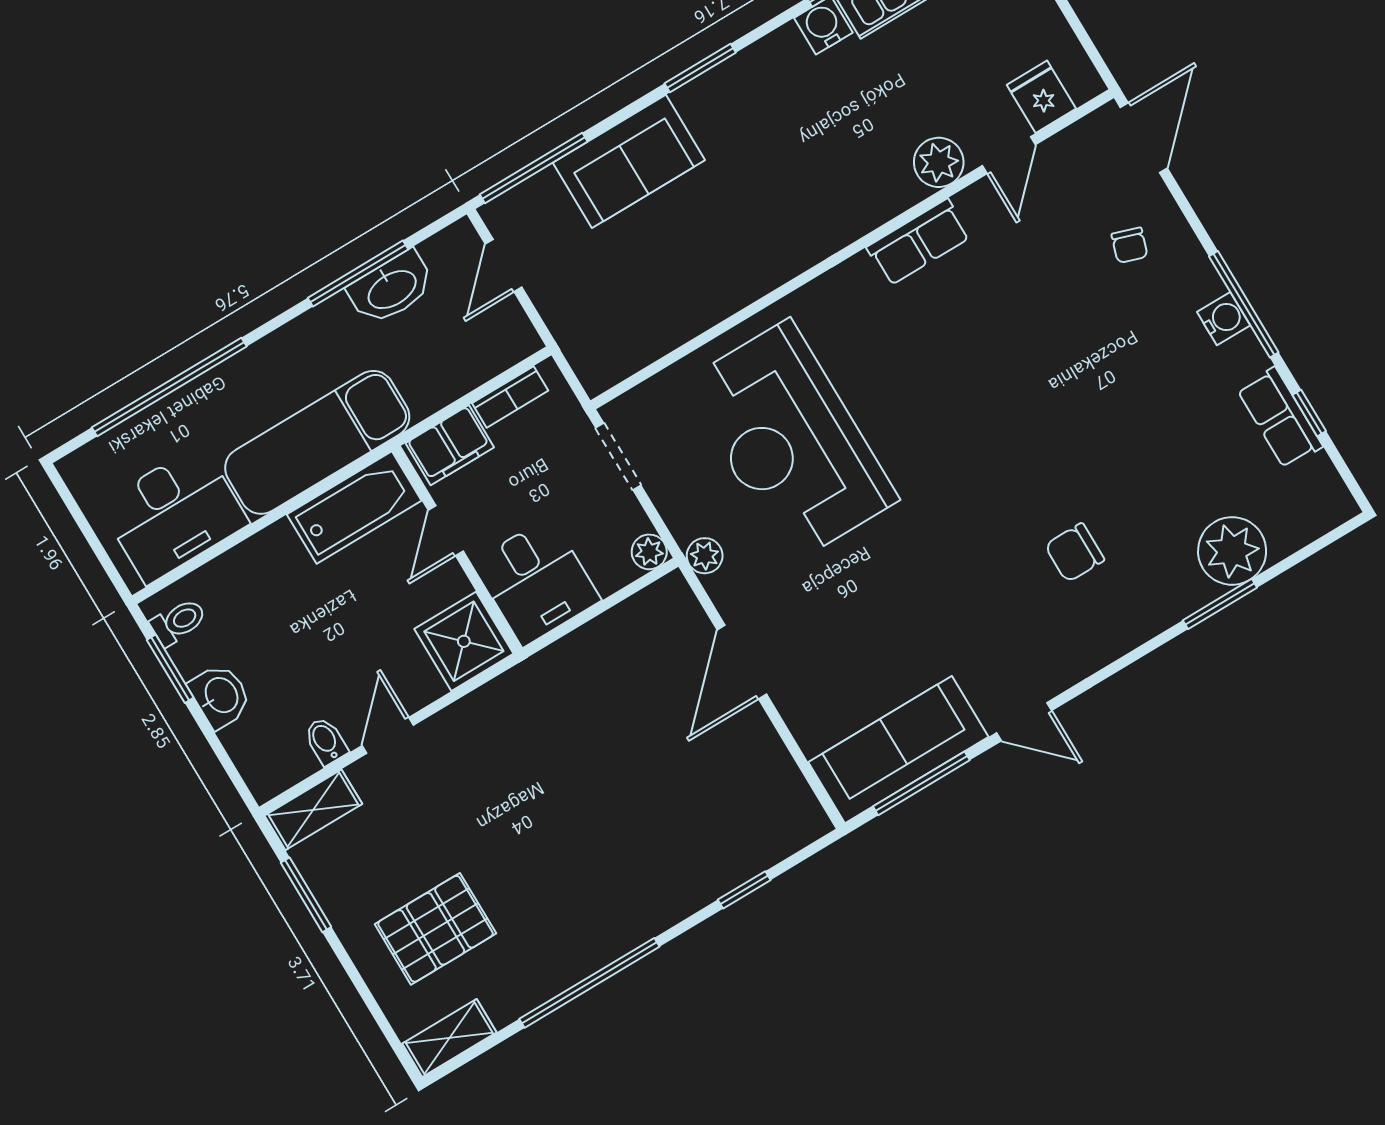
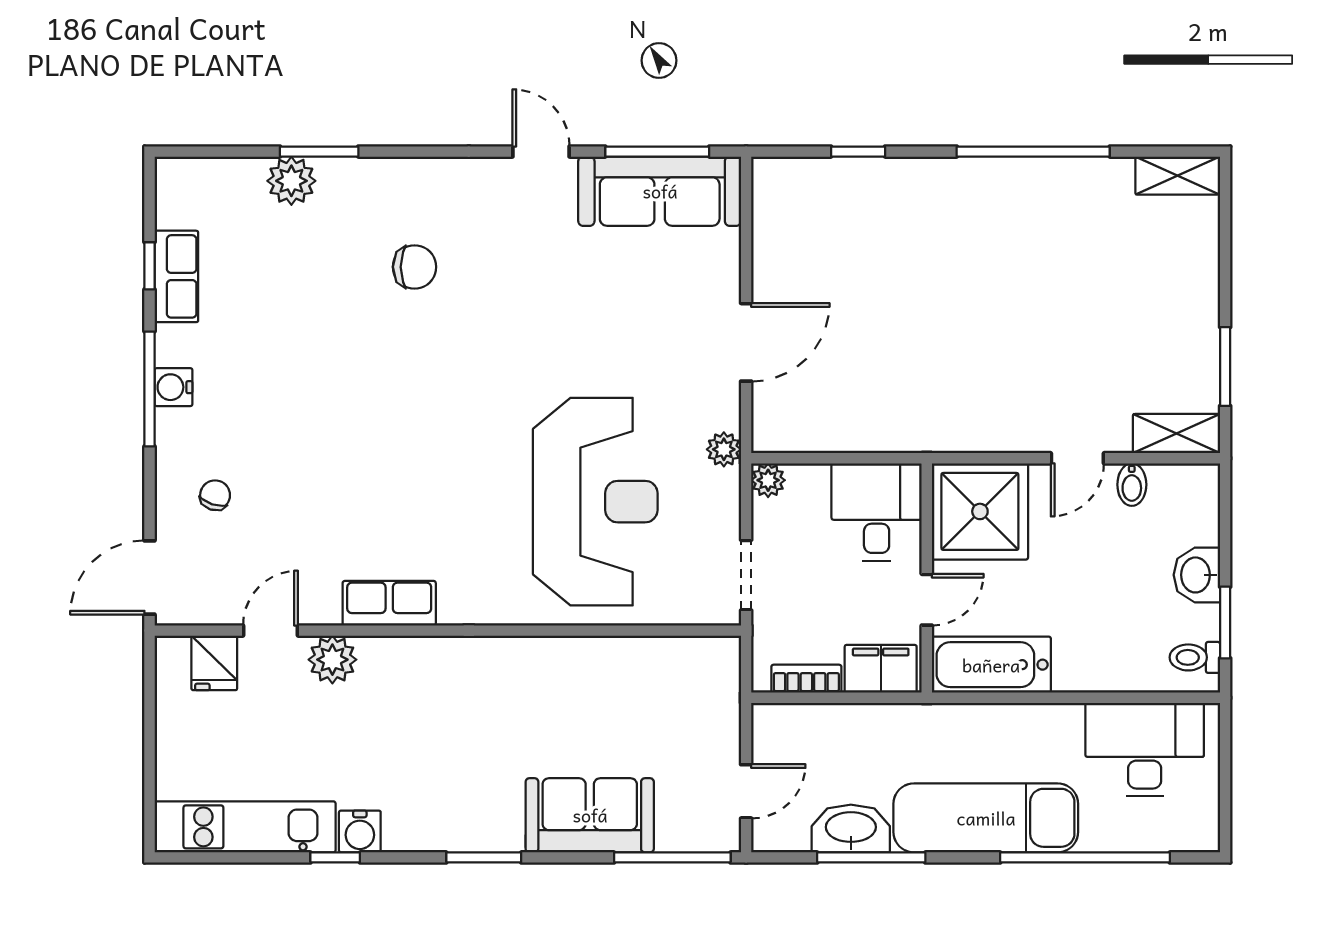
exam couch: (317, 442) -> (986, 818), moved, turned 180
plant: (1232, 551) -> (291, 181), width x0.73, depth x0.73
shower: (464, 641) -> (980, 511), width x1.37, depth x1.37
pallet: (435, 929) -> (1134, 273), removed

